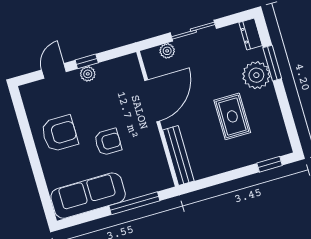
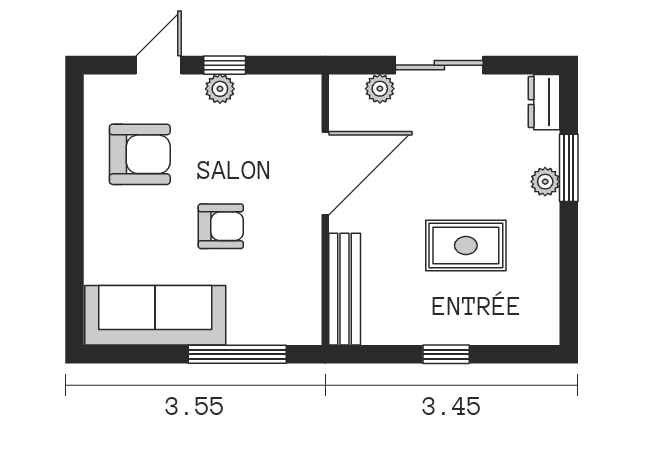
plant: (256, 75) -> (545, 182), width x0.53, depth x0.53
rug: (232, 116) -> (466, 245), turned 90
armchair: (60, 133) -> (140, 154), moved
window: (270, 164) -> (446, 354), moved

